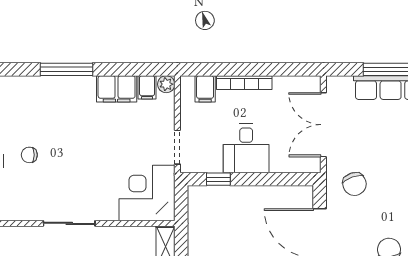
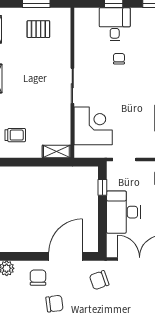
desk: (246, 148) -> (123, 212), width x1.37
corner desk: (147, 193) -> (93, 126), moved

